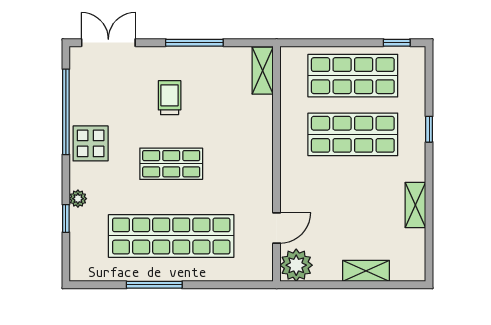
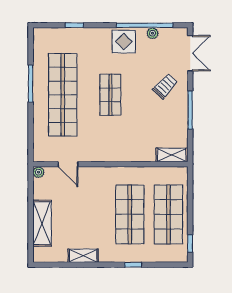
trolley: (170, 98) -> (165, 86), moved, turned -47
plant: (78, 199) -> (153, 33), moved
plant: (296, 265) -> (38, 172), width x0.53, depth x0.53
shelving: (366, 271) -> (42, 223), width x1.50, depth x1.33

